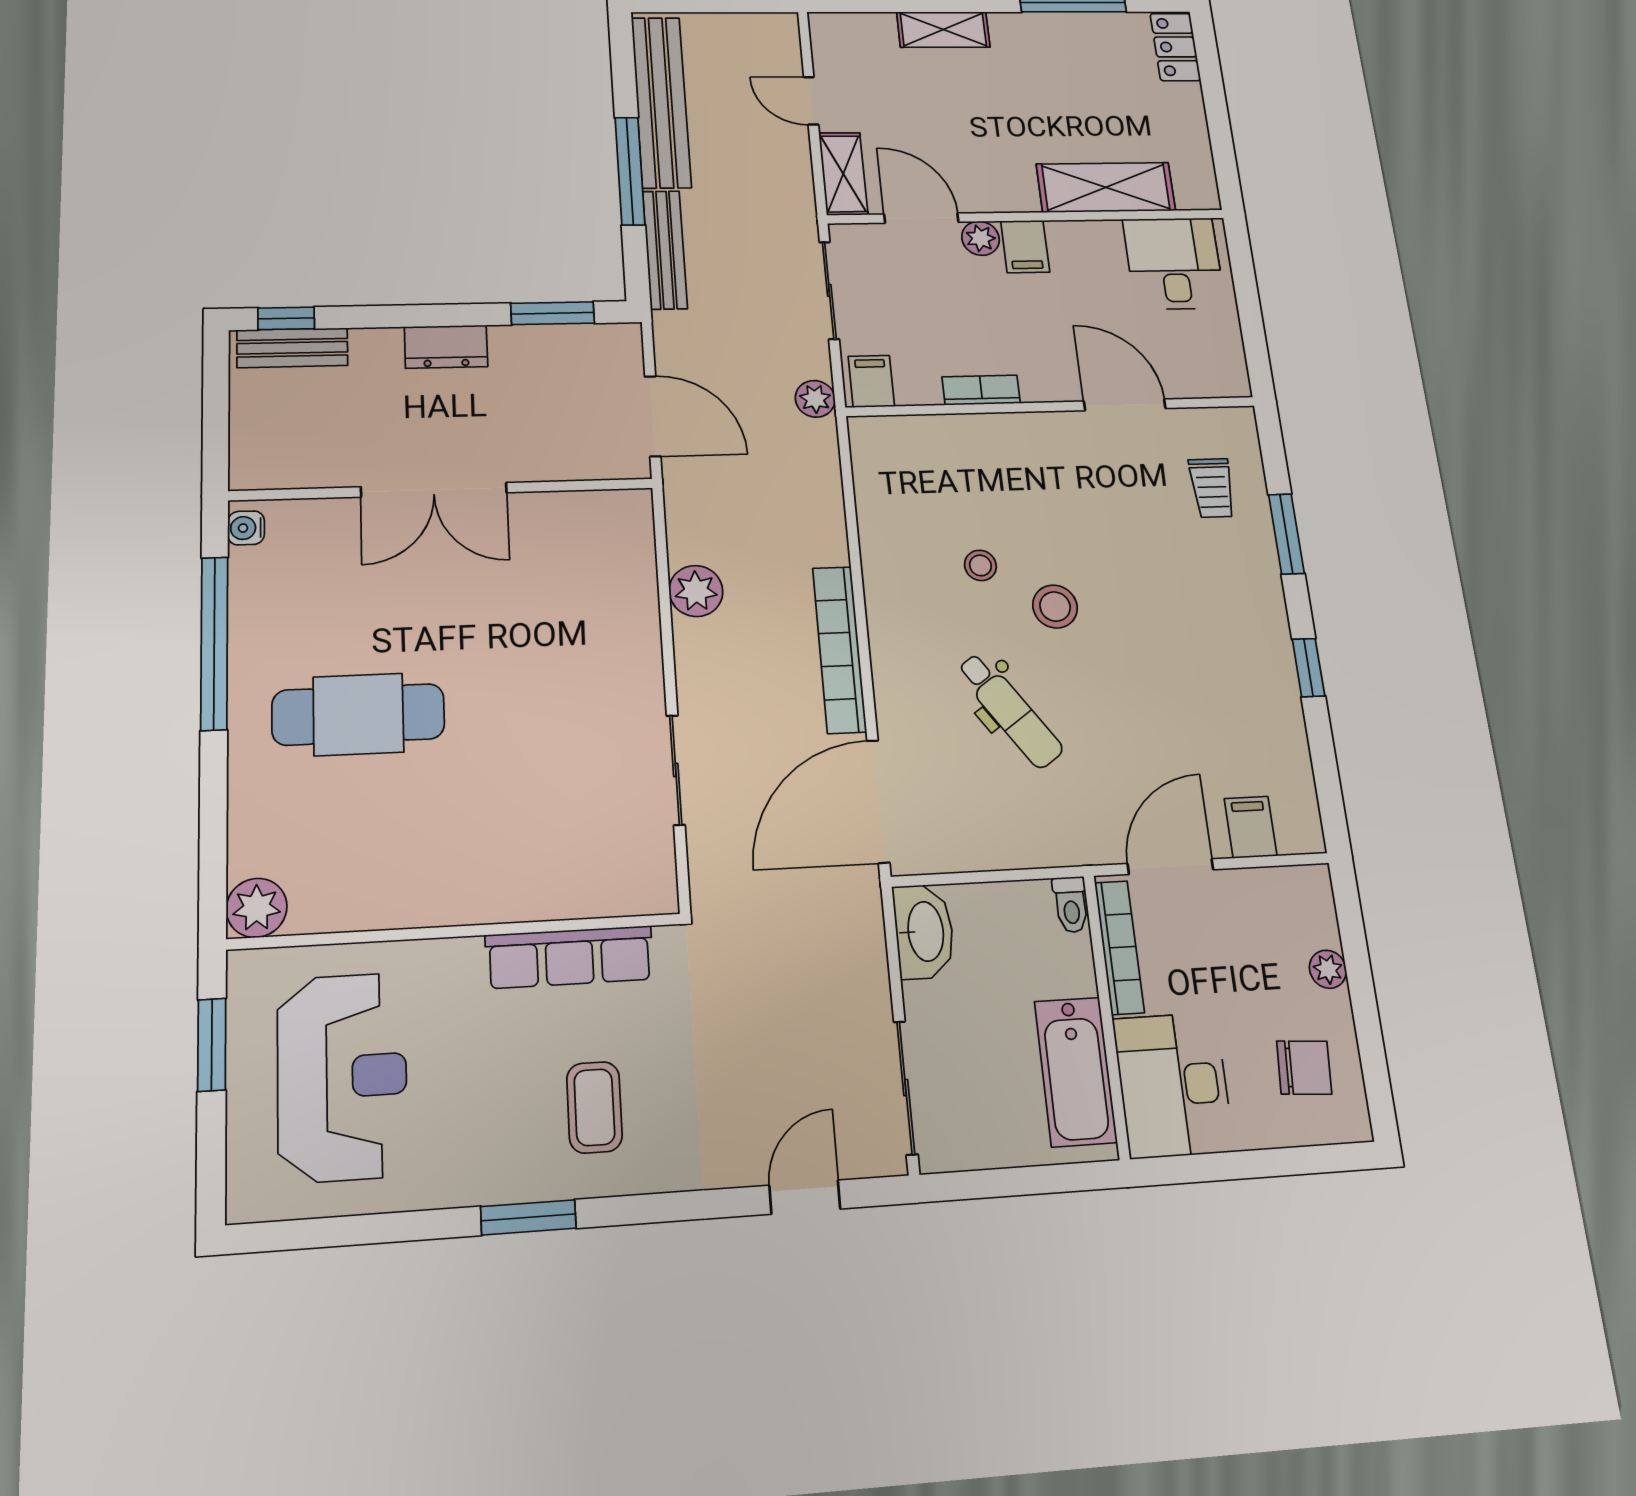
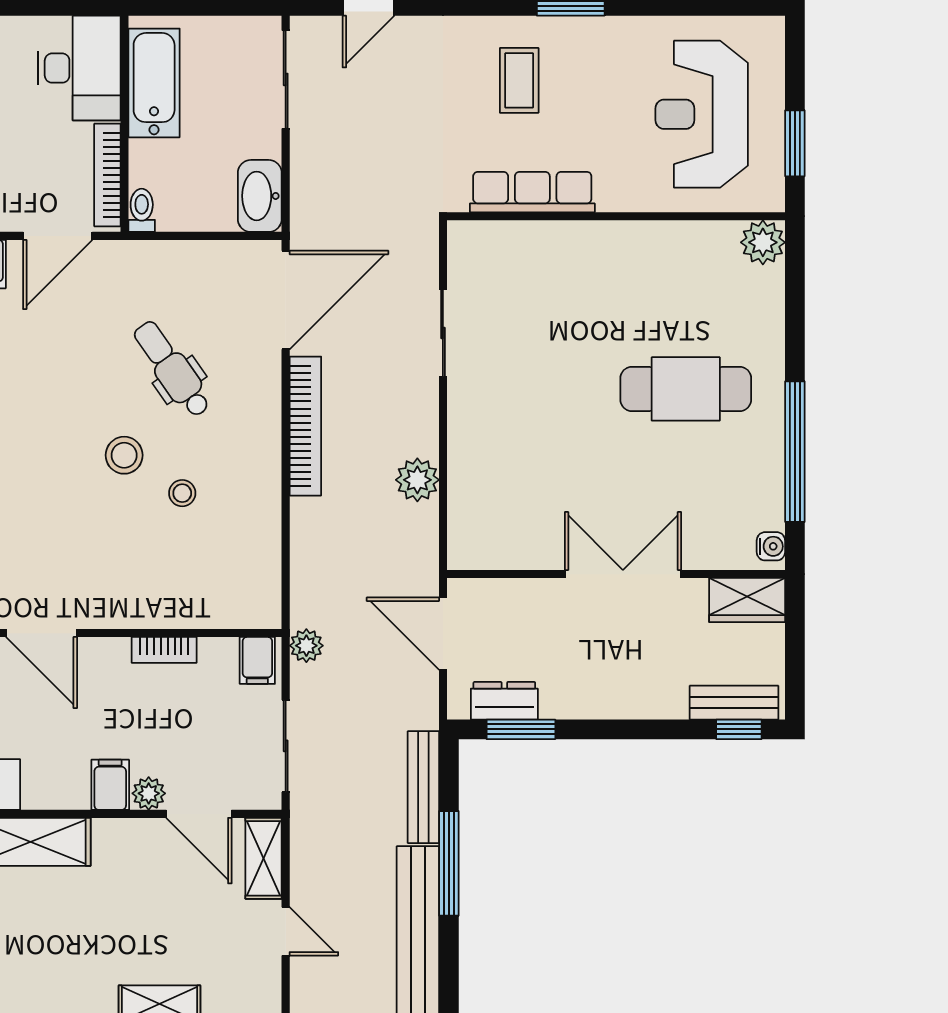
dresser: (446, 347) -> (504, 701), moved
wardrobe: (277, 464) -> (747, 600), added

